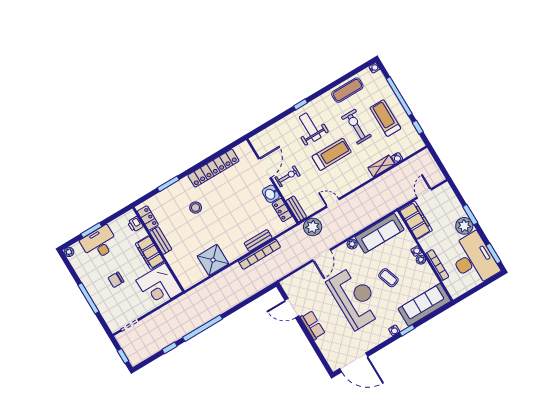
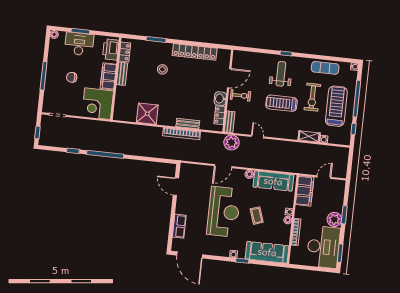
treadmill: (385, 118) -> (336, 106), width x1.37, depth x1.38
exercise bike: (356, 127) -> (312, 97), turned 180
treadmill: (332, 154) -> (281, 103), turned 180
printer: (135, 224) -> (111, 49), width x1.87, depth x1.48
row of seats: (313, 325) -> (179, 226), moved

